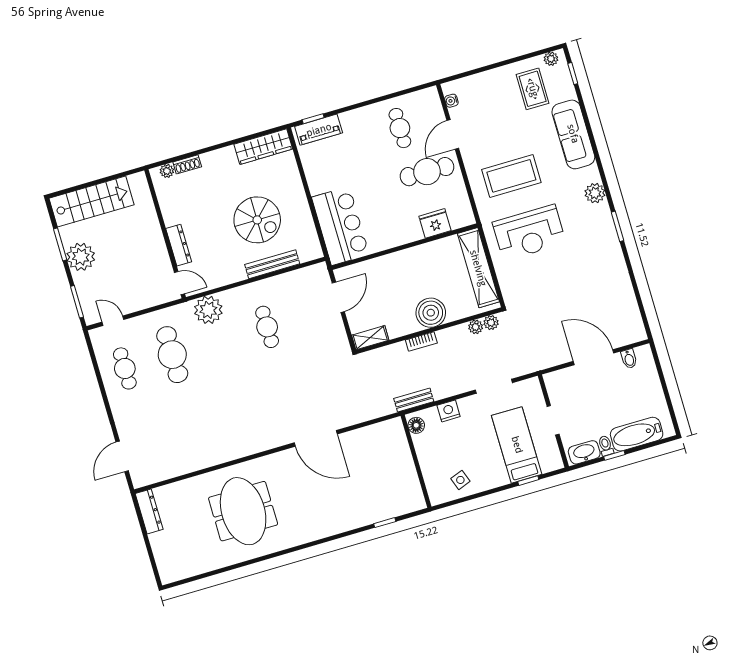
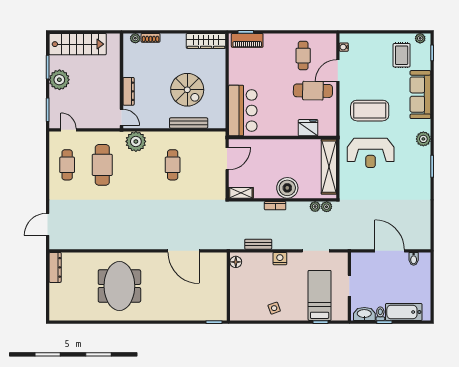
floor lamp: (416, 425) -> (236, 262), moved
wall: (416, 461) -> (228, 286), moved

